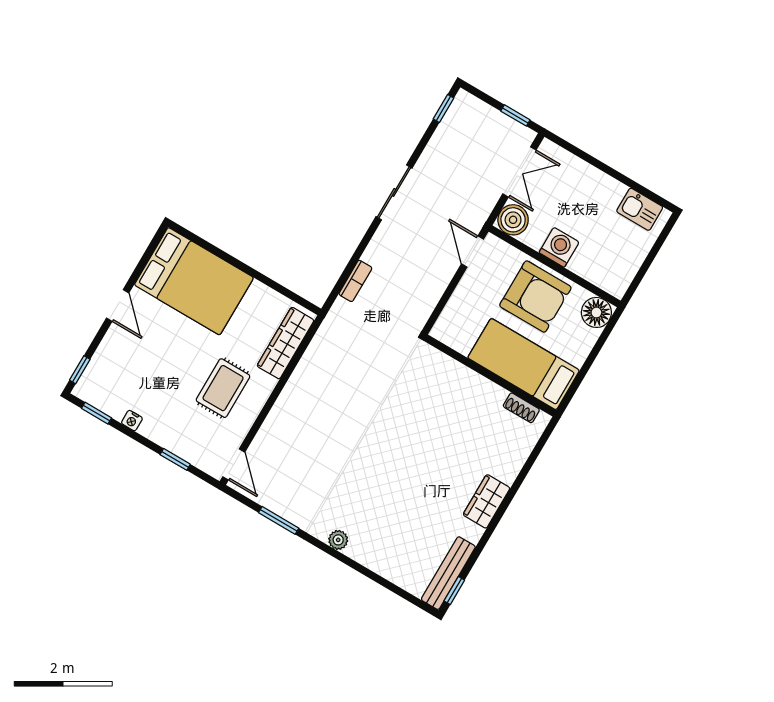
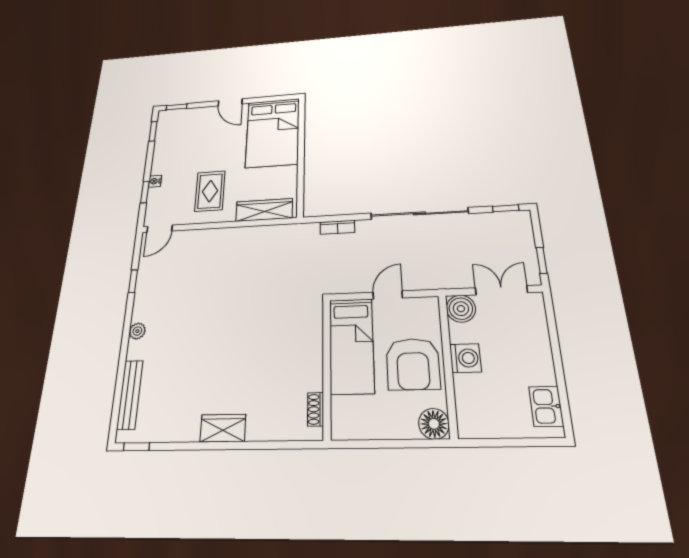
double door: (519, 172) -> (501, 290), swing flipped
sliding door: (394, 192) -> (419, 213), width x1.86
door: (473, 252) -> (388, 295), moved
door: (118, 305) -> (230, 102), hinge flipped
bed: (524, 364) -> (351, 346), moved, turned 180
rug: (223, 388) -> (210, 191), turned 90
nightstand: (132, 421) -> (155, 181), moved
window: (279, 520) -> (133, 281), width x0.67
bench: (448, 573) -> (130, 395), moved, turned 90

